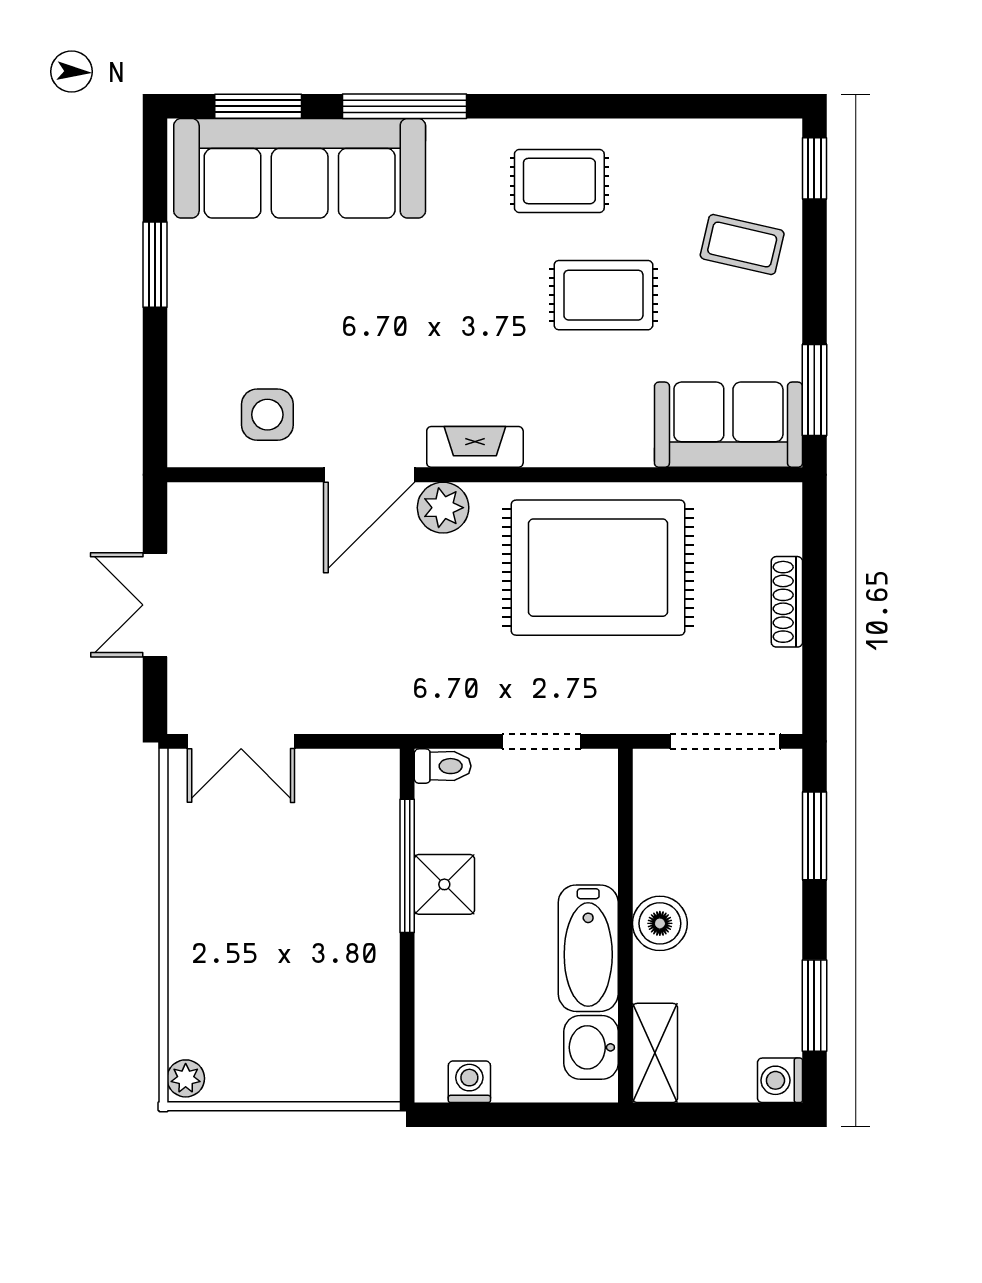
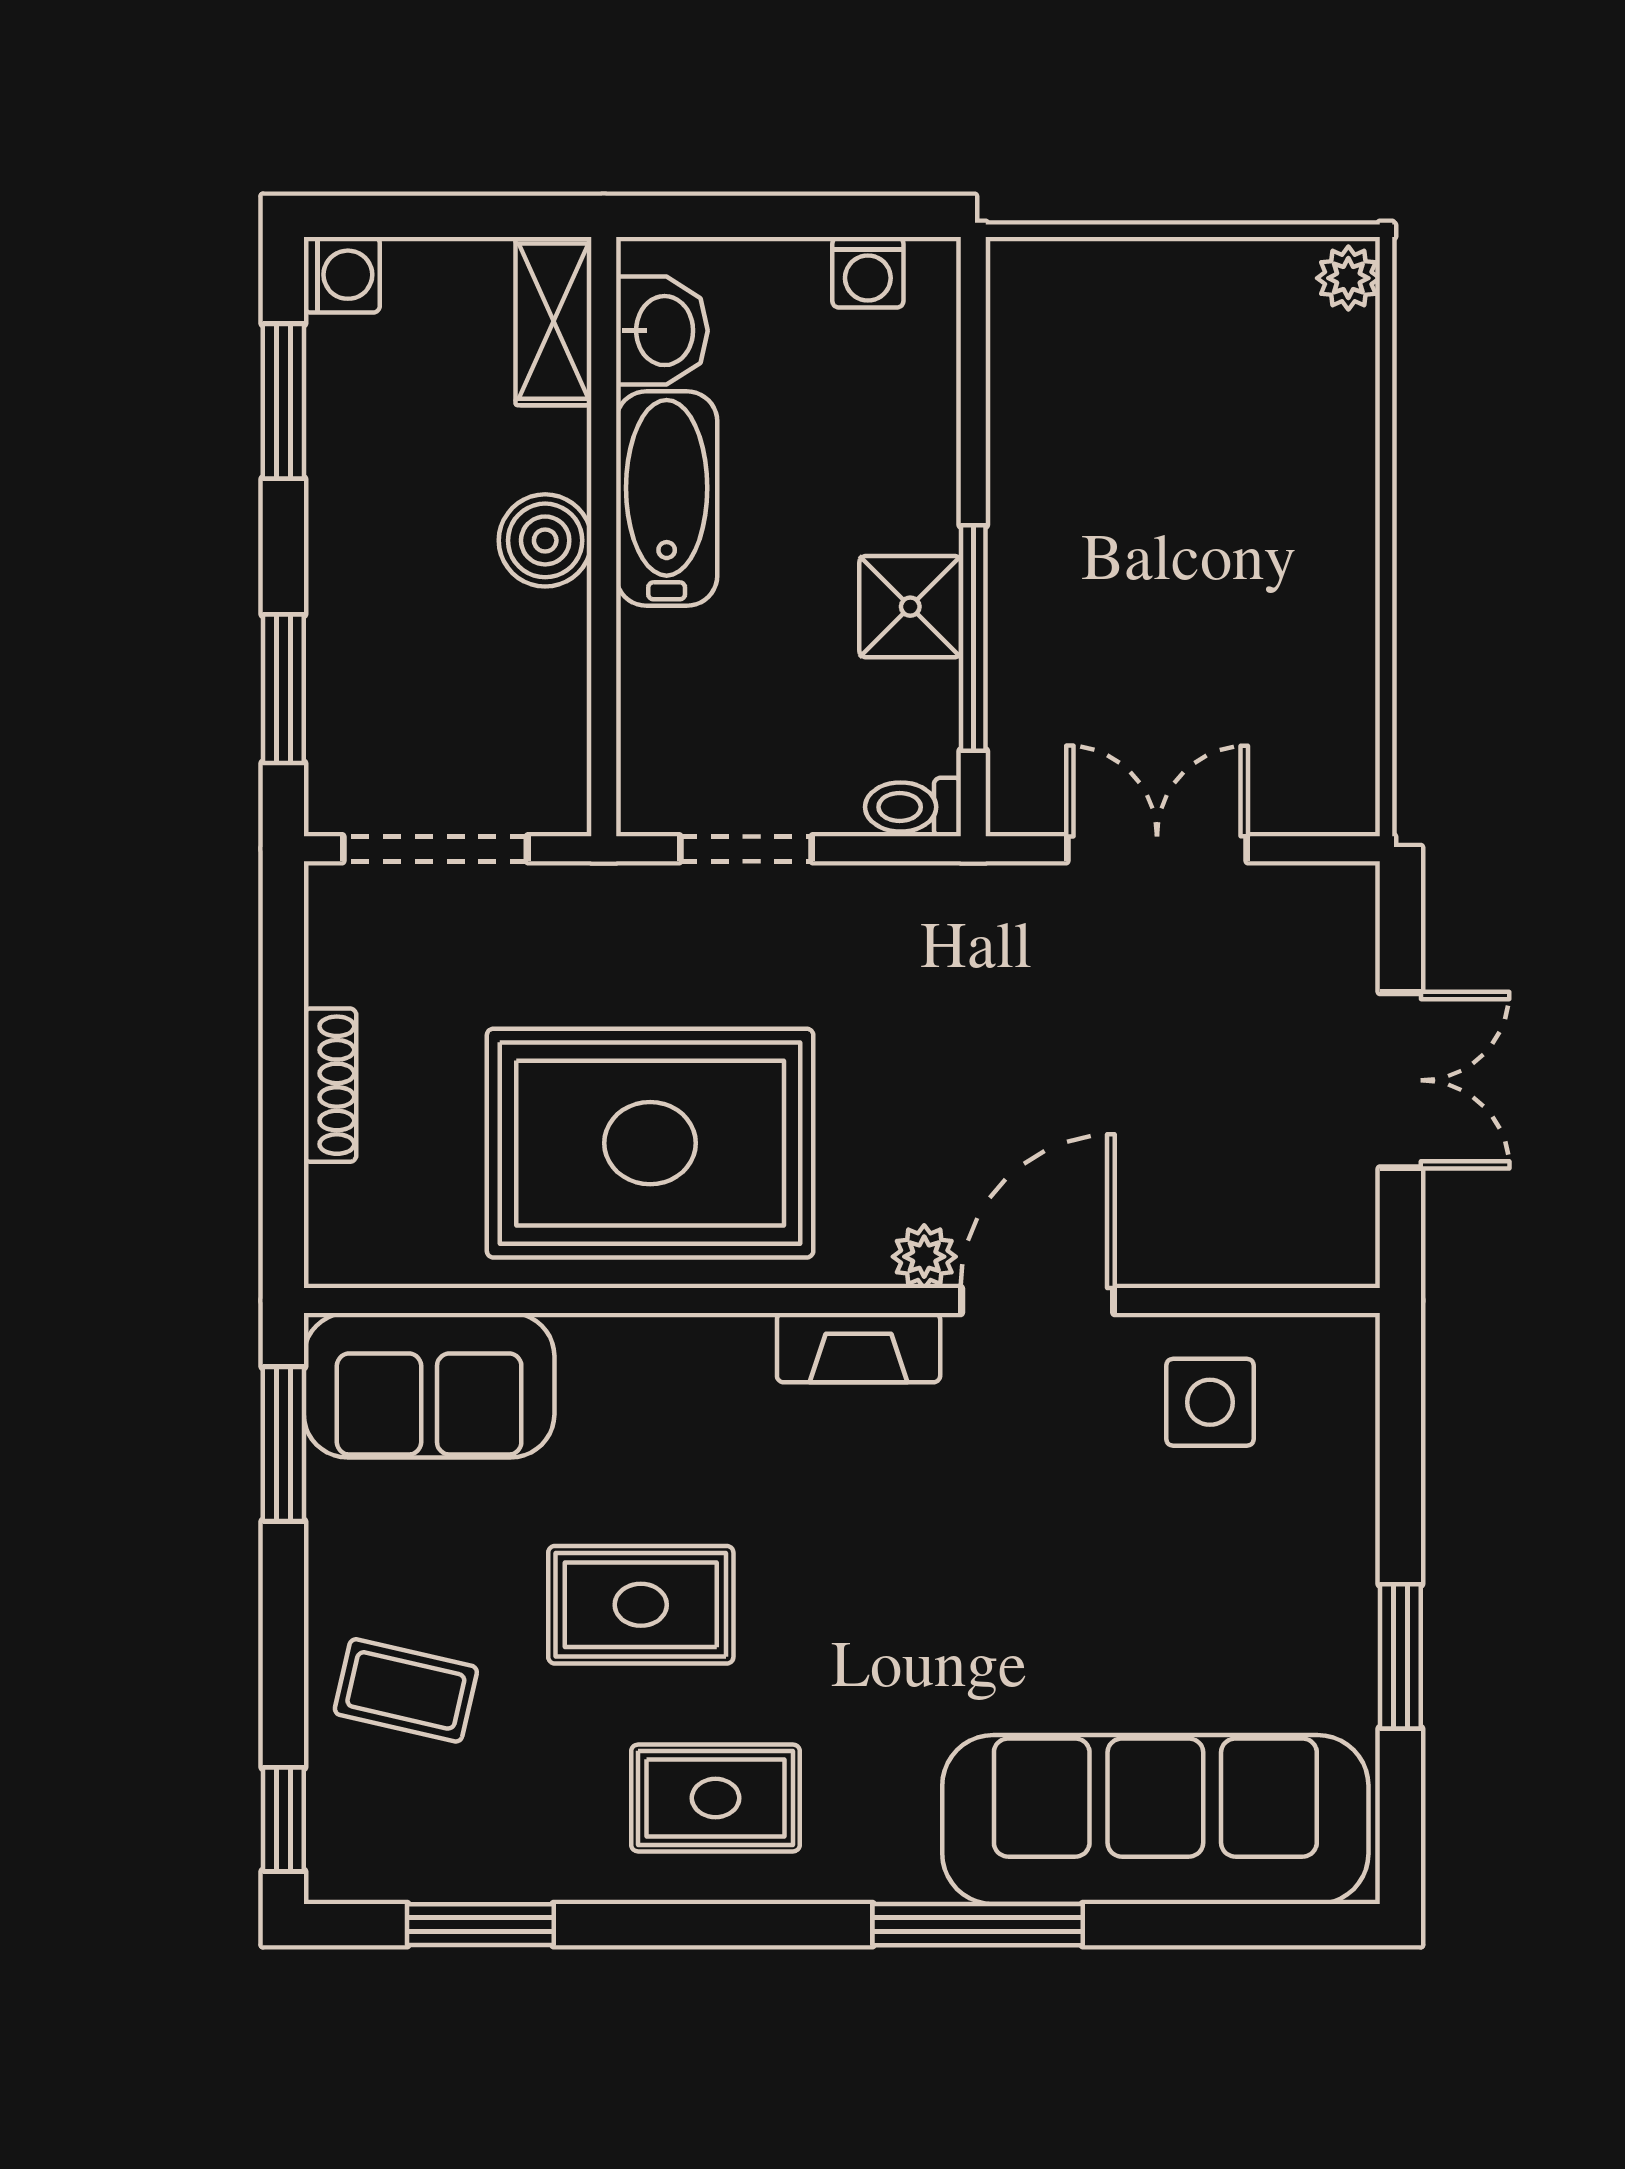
window: (258, 106) -> (480, 1925), moved
plant: (443, 508) -> (924, 1257), width x0.73, depth x0.73
double door: (241, 741) -> (1157, 849), moved

